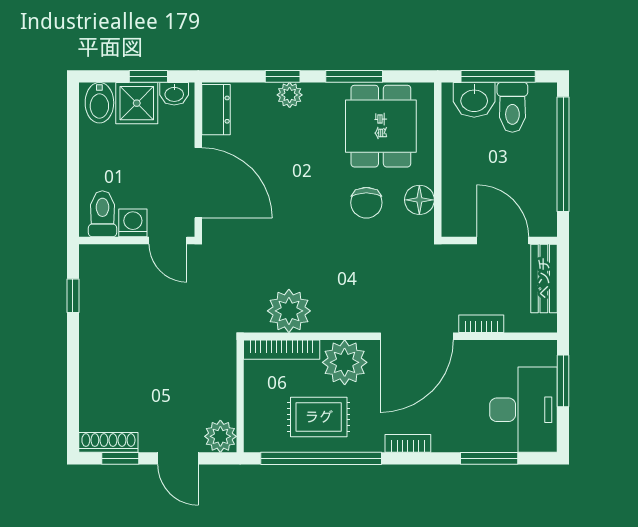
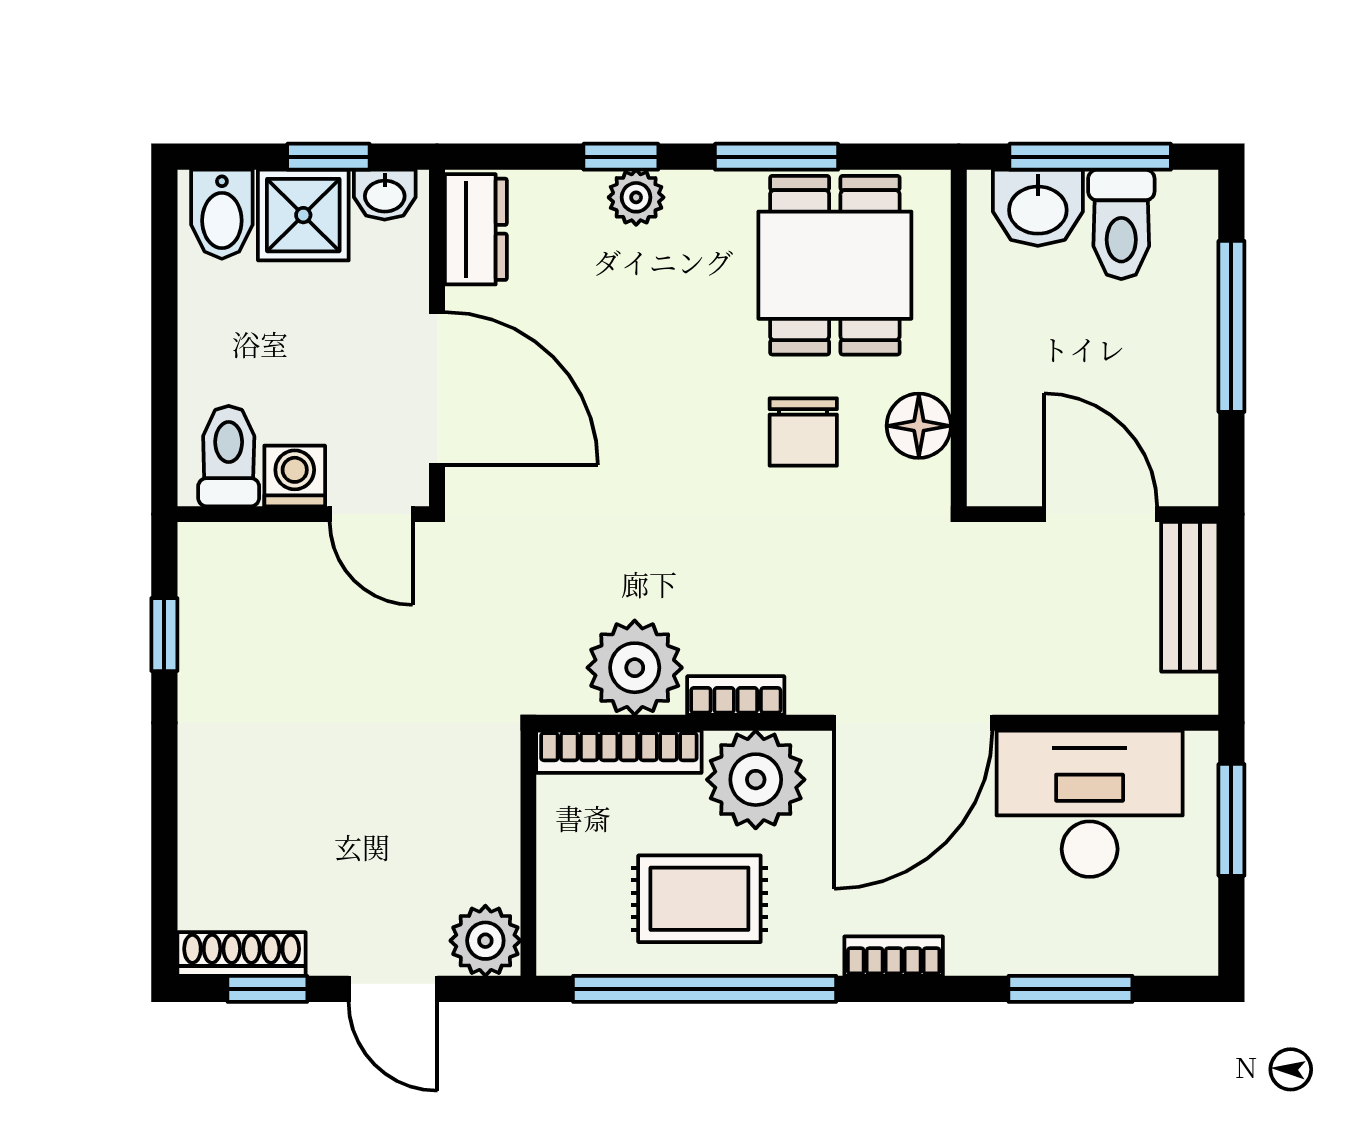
window: (563, 154) -> (1231, 326), width x0.68
bookcase: (481, 324) -> (736, 696), moved
desk: (523, 410) -> (1090, 804), moved, turned -90

